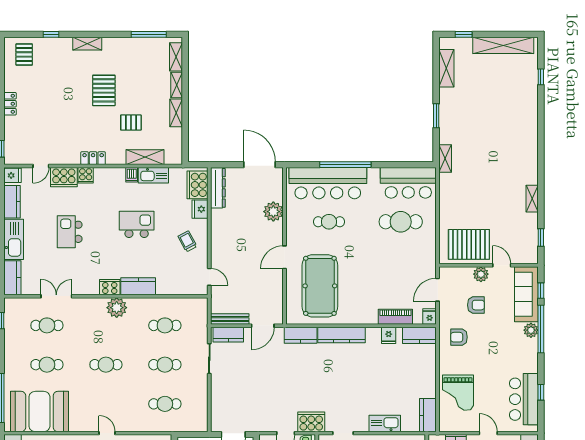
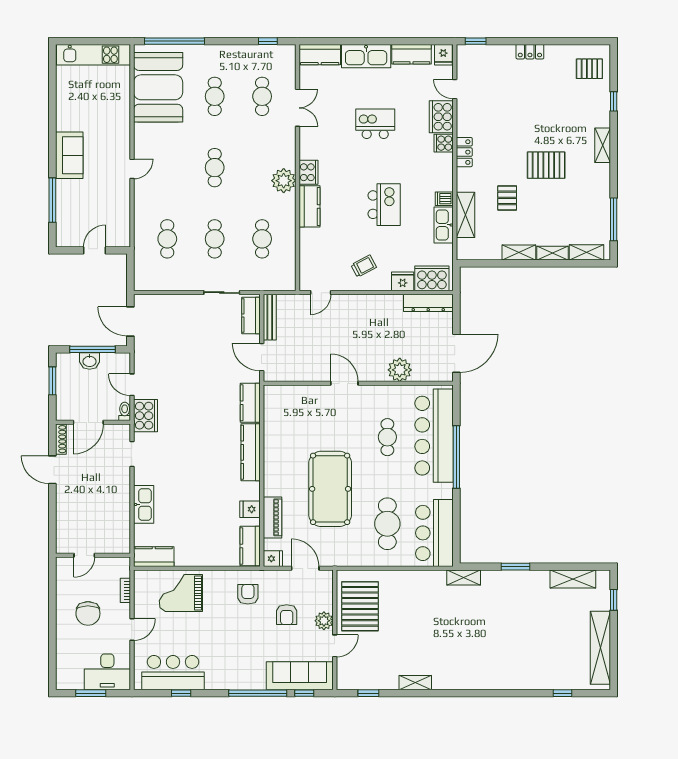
pool table: (320, 286) -> (330, 489), moved, turned 90
plant: (531, 330) -> (256, 681), removed

